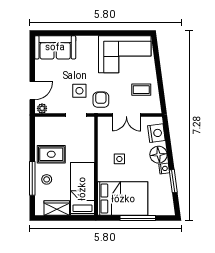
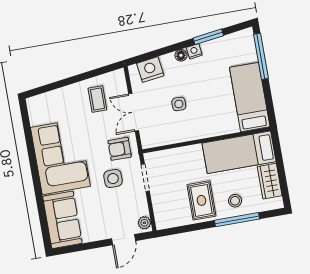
corner sofa: (125, 54) -> (60, 157), moved
door: (32, 91) -> (124, 240), swing flipped
double door: (126, 115) -> (134, 112), swing flipped
floor lamp: (158, 155) -> (181, 55), width x0.53, depth x0.53
side table: (119, 159) -> (179, 104), moved
bed: (123, 199) -> (250, 97), width x0.67
window: (138, 218) -> (261, 56), moved

